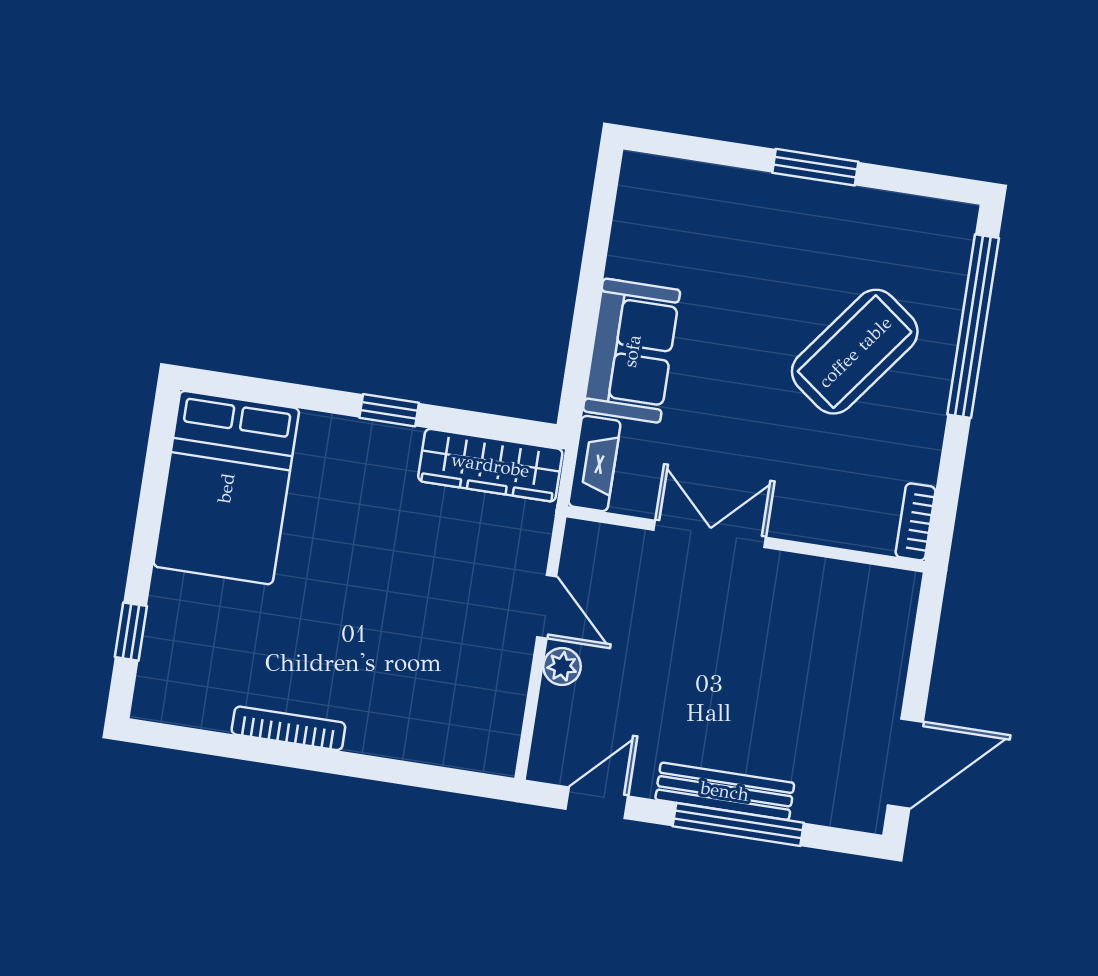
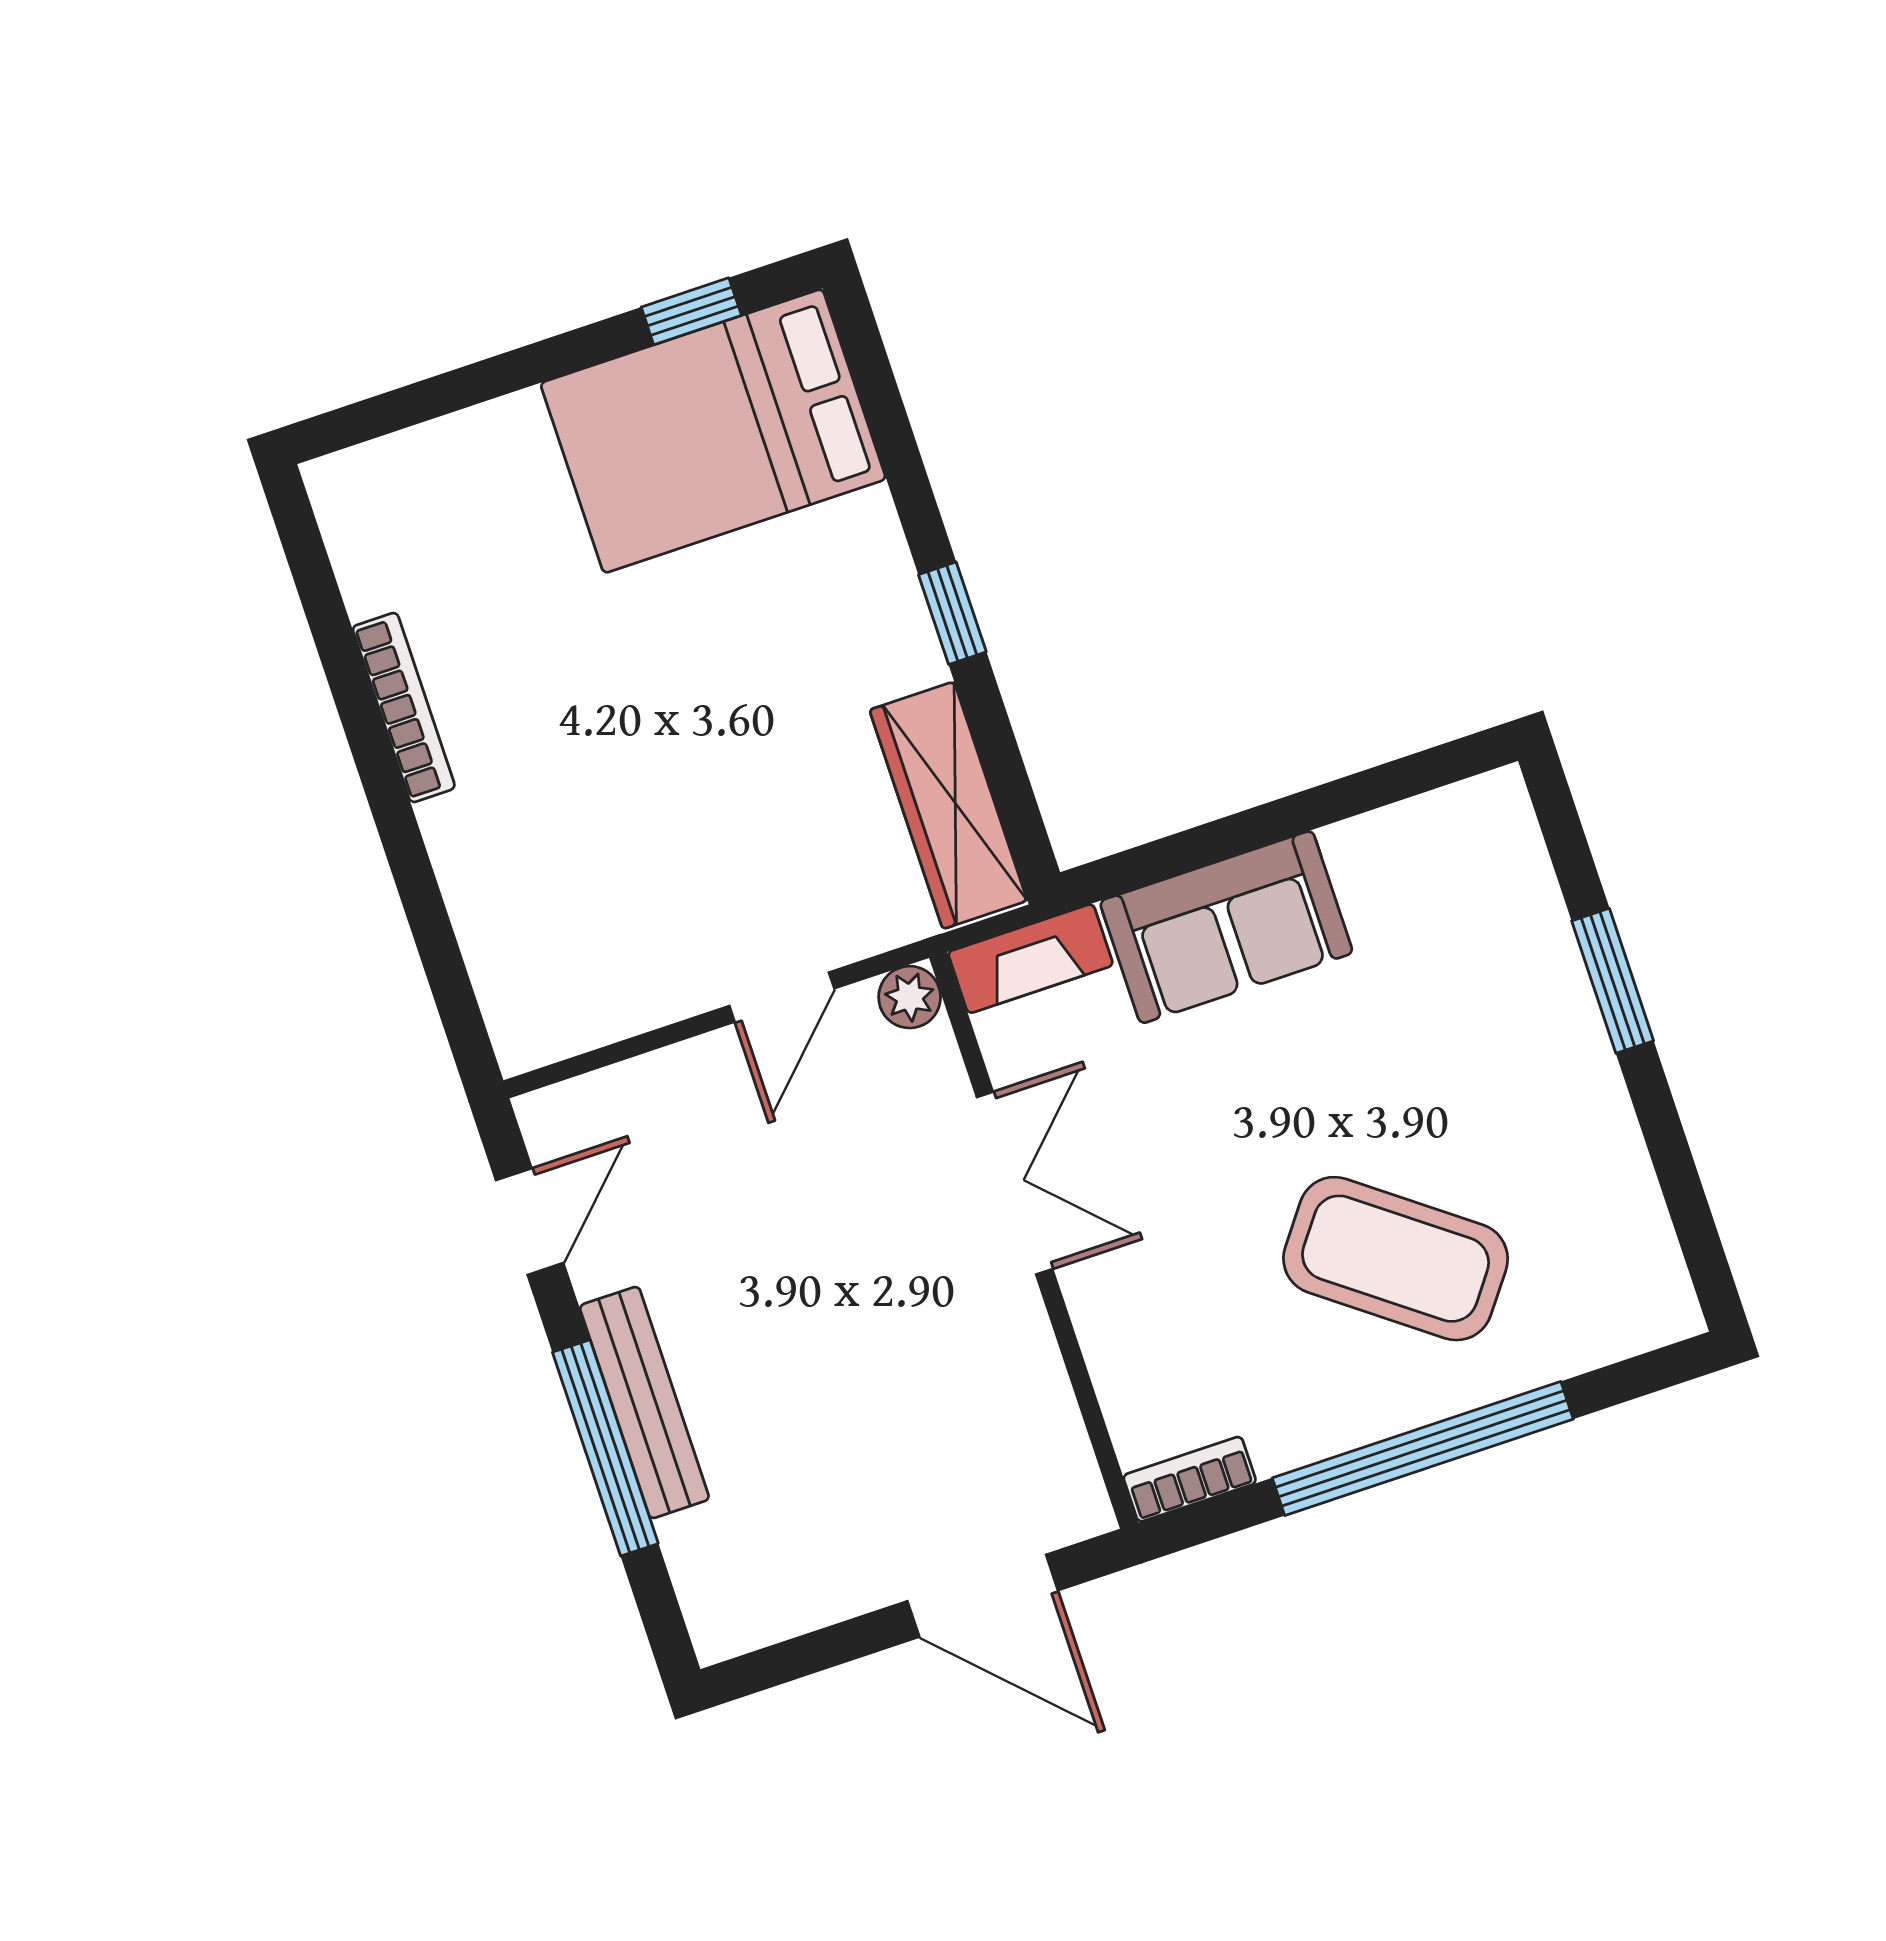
window: (815, 167) -> (1613, 981), moved
window: (973, 326) -> (1423, 1448), moved
window: (131, 632) -> (691, 311), moved
plant: (562, 666) -> (910, 997), moved
door: (905, 763) -> (983, 1596), moved
door: (597, 803) -> (530, 1222), hinge flipped

